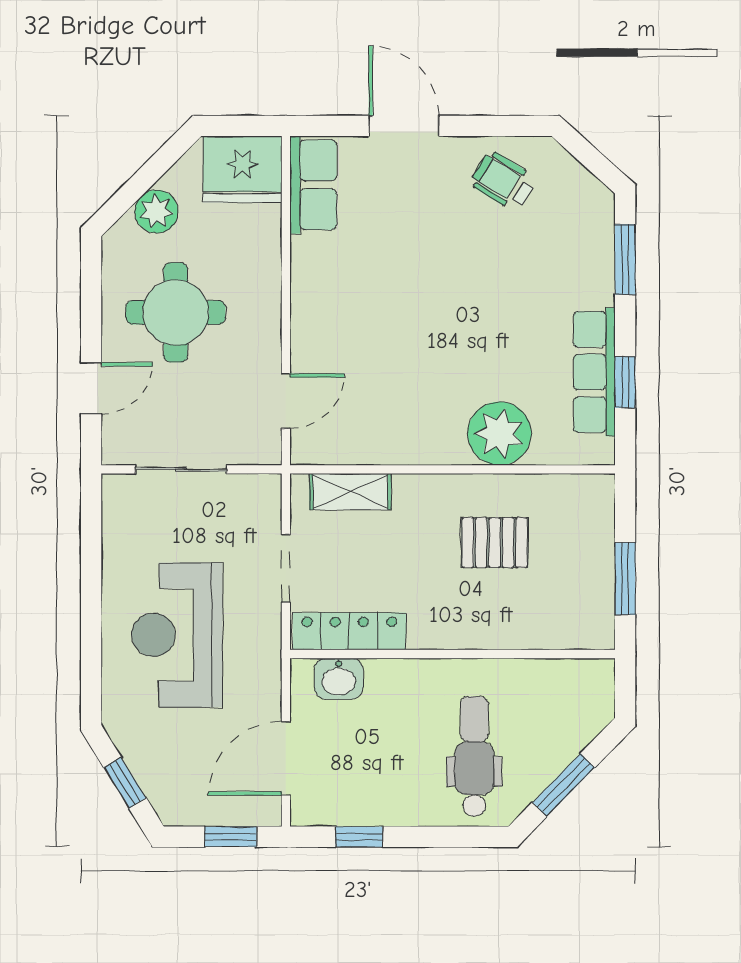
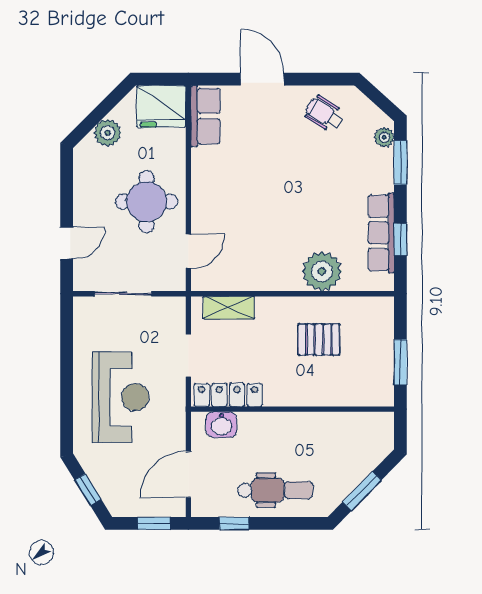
plant: (599, 219) -> (384, 137), added
round table: (176, 312) -> (147, 202), moved
reception desk: (177, 635) -> (120, 397), turned 180
dental chair: (474, 756) -> (275, 490), moved, turned 90

